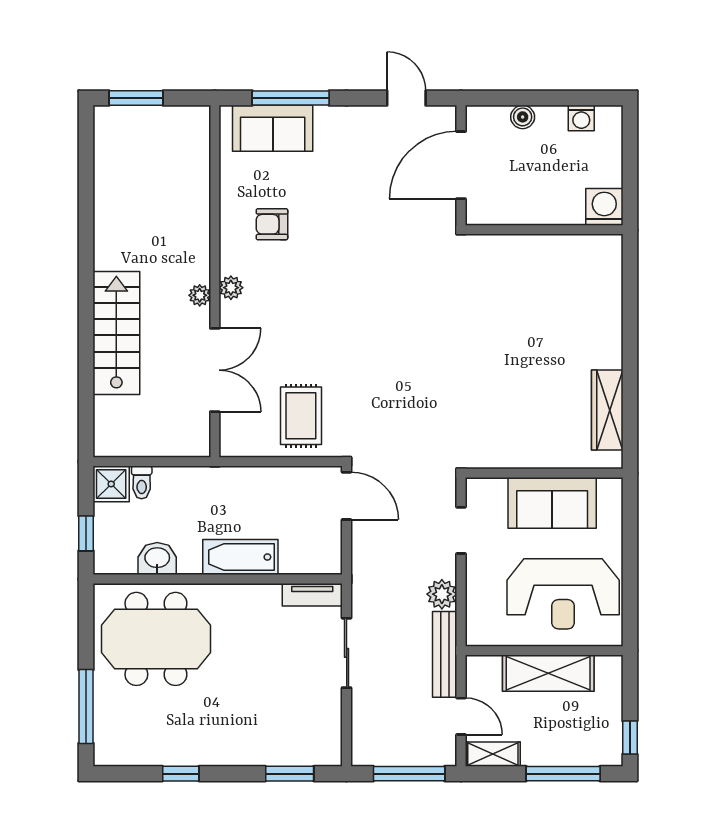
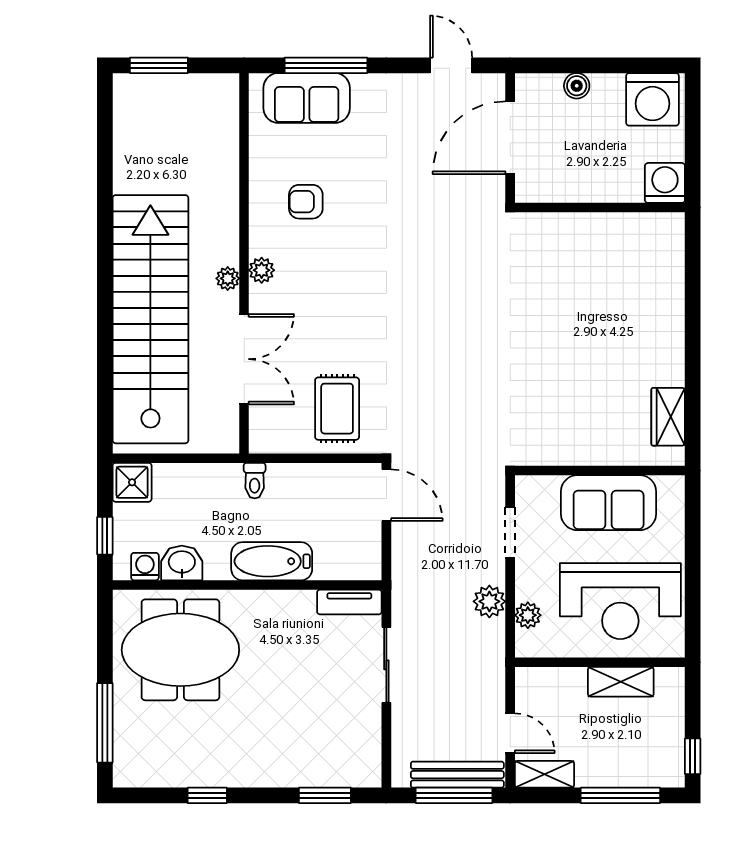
washing machine: (581, 118) -> (653, 99), width x1.89, depth x1.89
stairs: (116, 333) -> (150, 319), width x1.86, depth x1.51
wardrobe: (607, 410) -> (668, 417), width x0.67
toilet: (142, 482) -> (255, 481), moved
washing machine: (123, 562) -> (145, 567), added
plant: (477, 607) -> (528, 615), added
bench: (445, 654) -> (457, 775), moved, turned 90
shelving: (548, 673) -> (621, 682), width x0.67, depth x0.75

